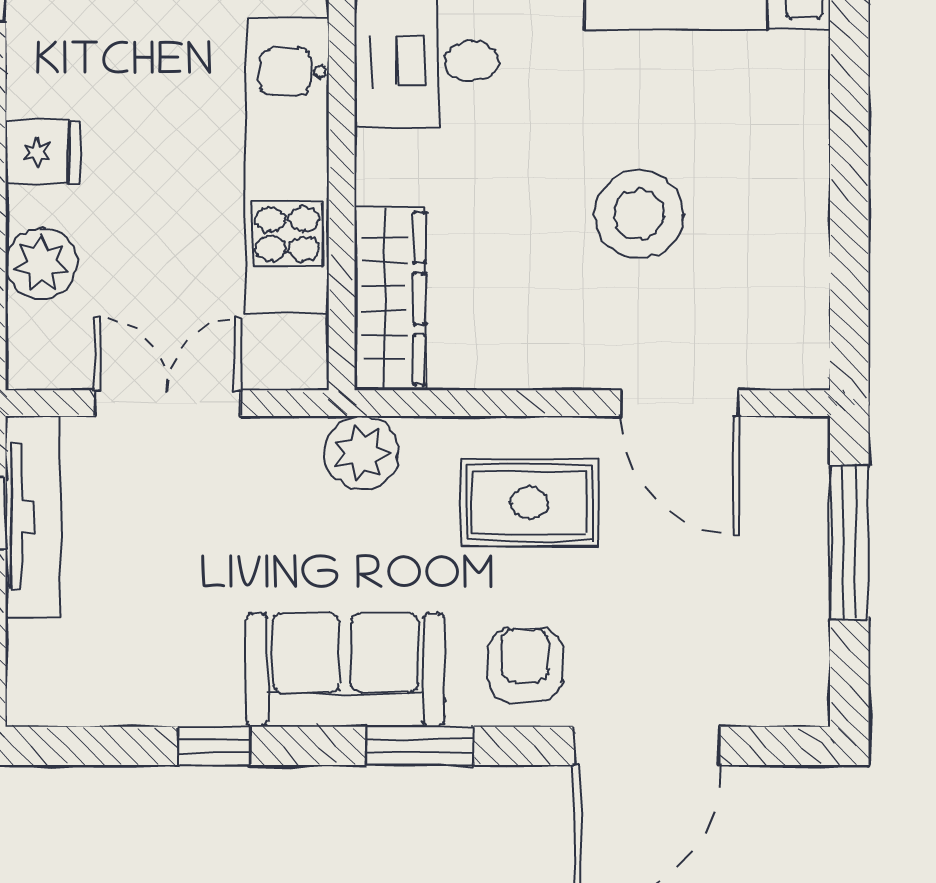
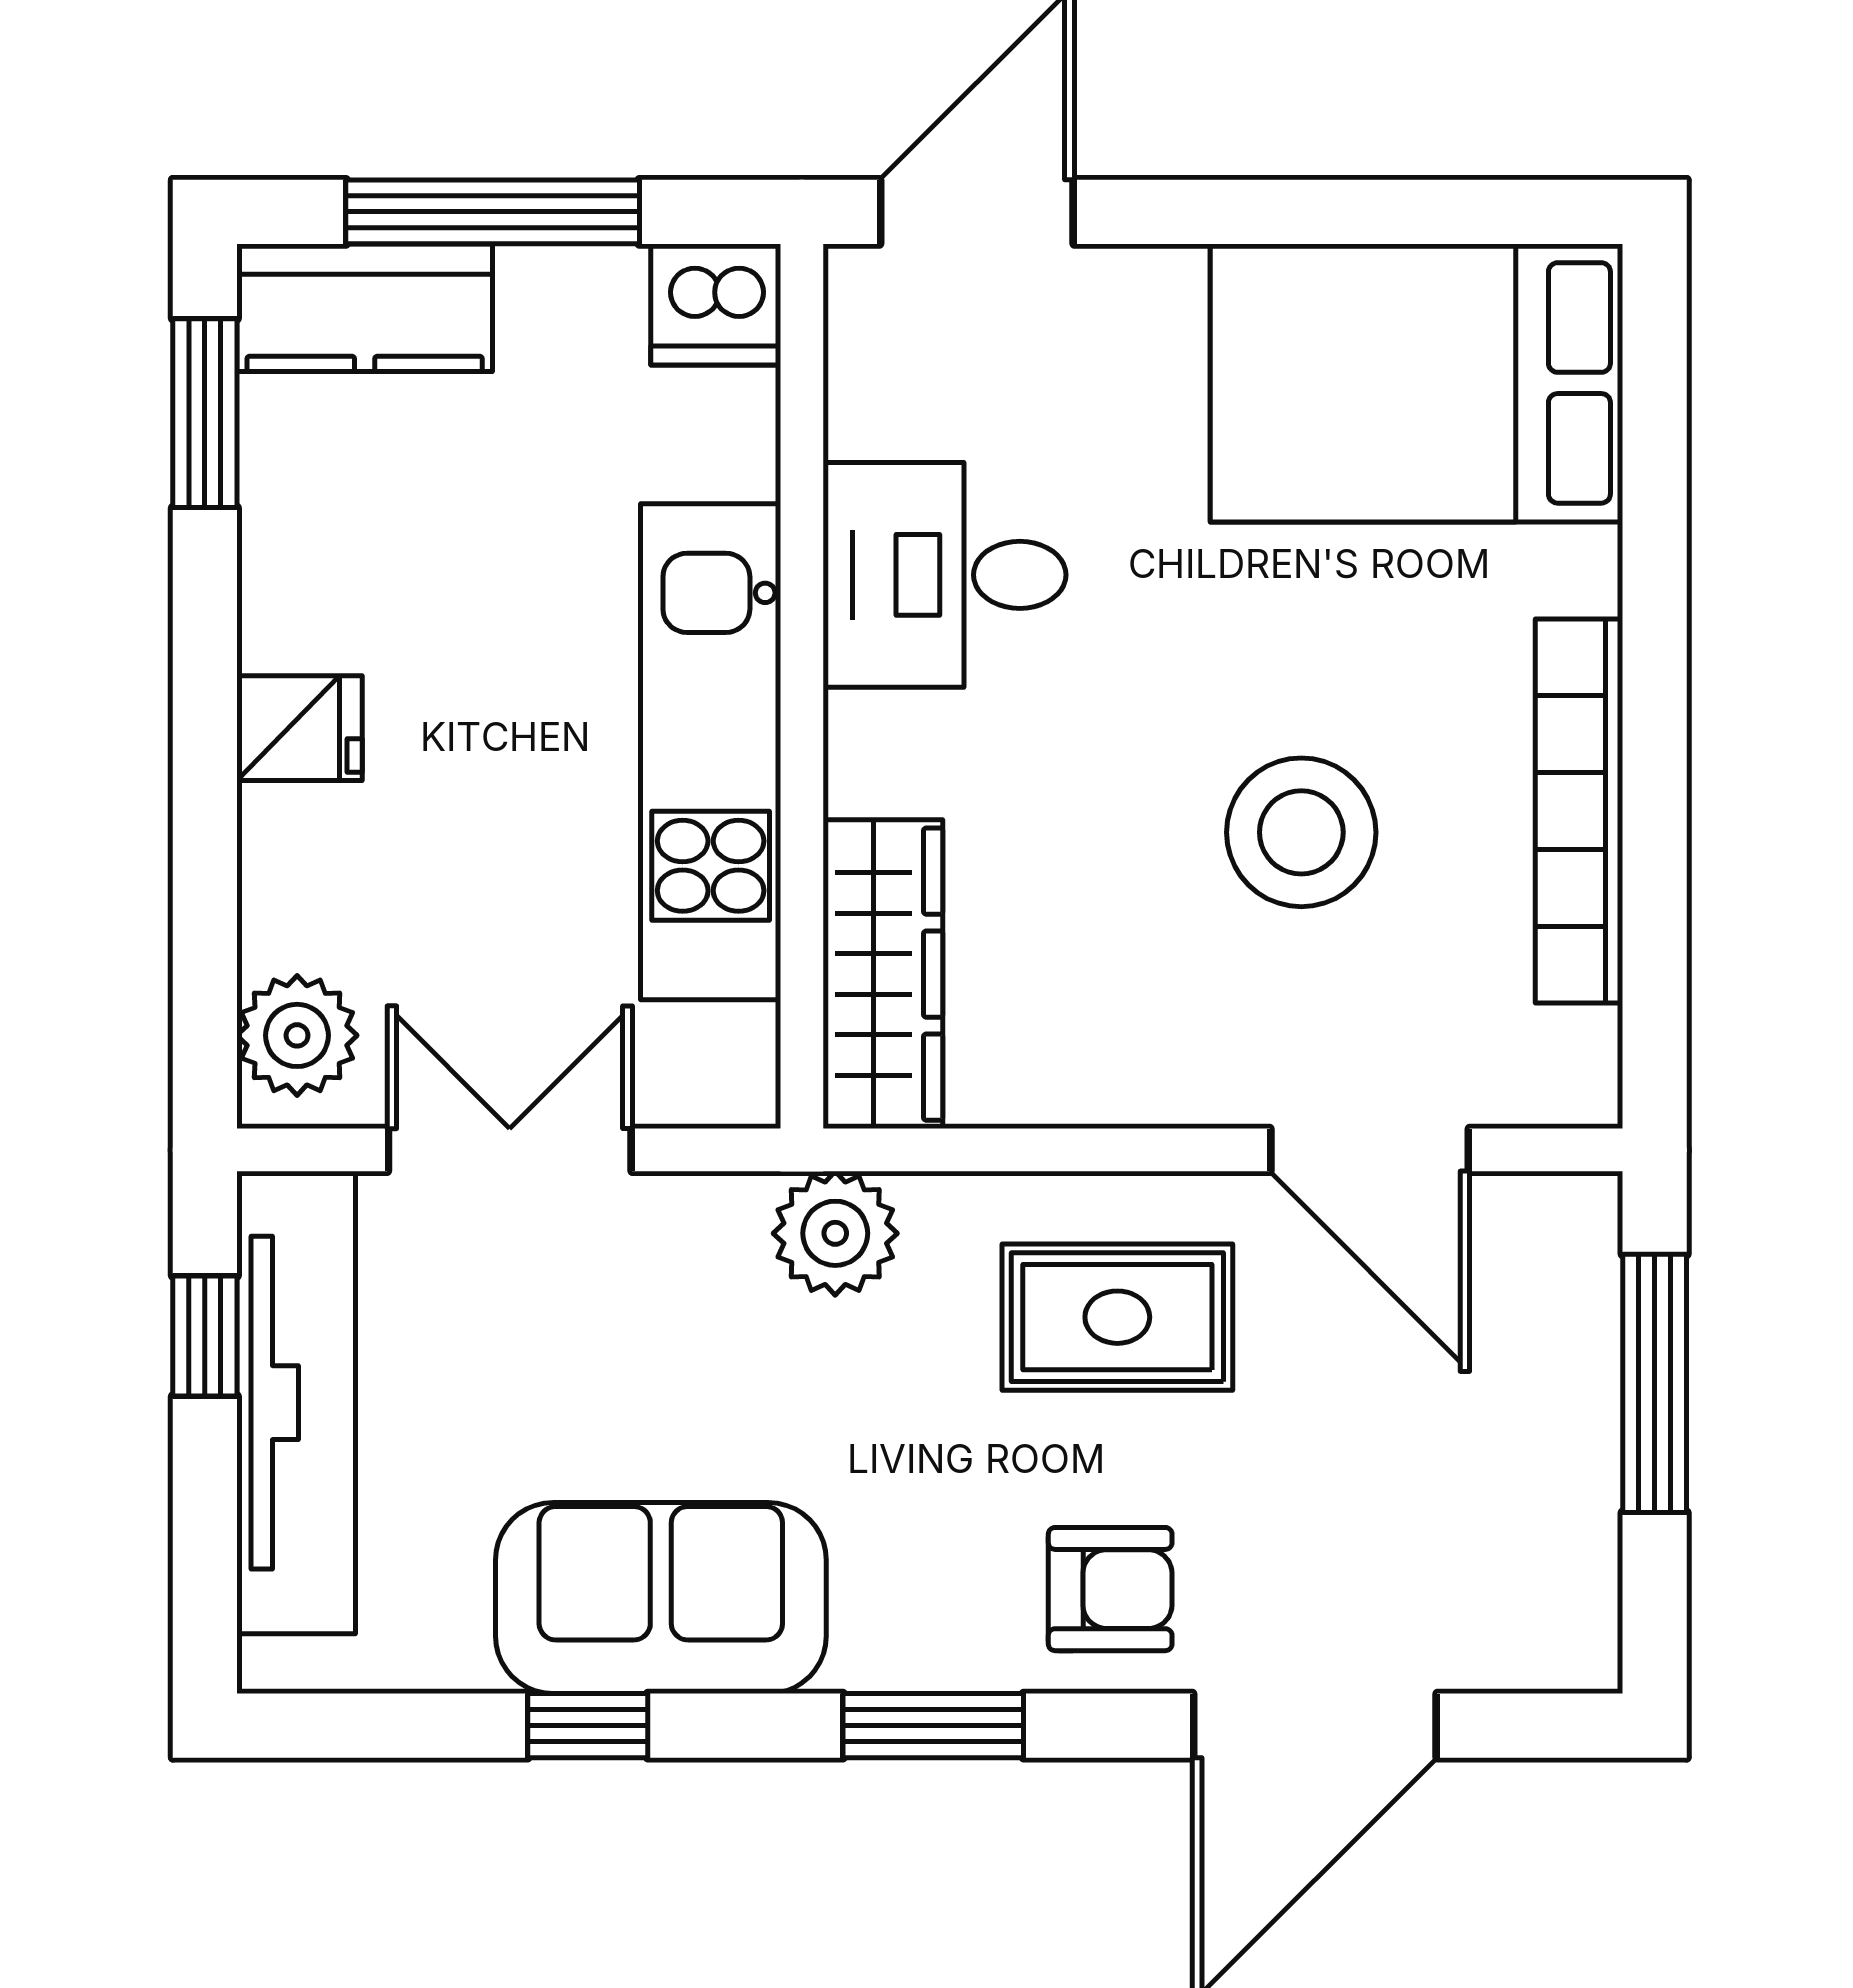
bookcase: (804, 201) -> (1579, 811), added
plant: (41, 264) -> (297, 1035), moved
tv unit: (33, 517) -> (296, 1403), width x1.36, depth x1.29
armchair: (525, 665) -> (1110, 1589), turned 90
sofa: (345, 670) -> (661, 1598), moved

